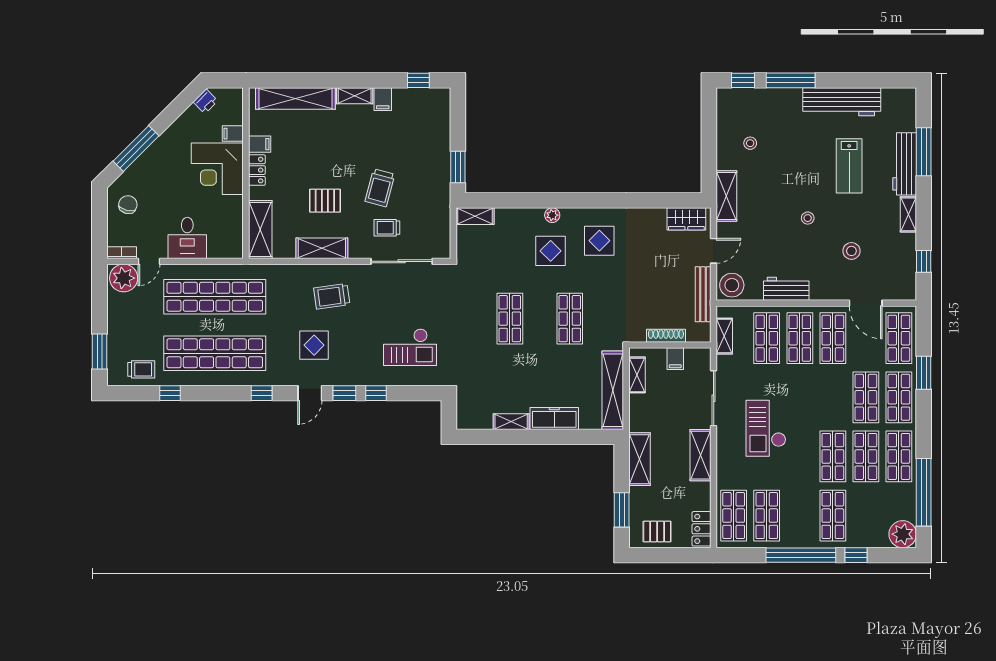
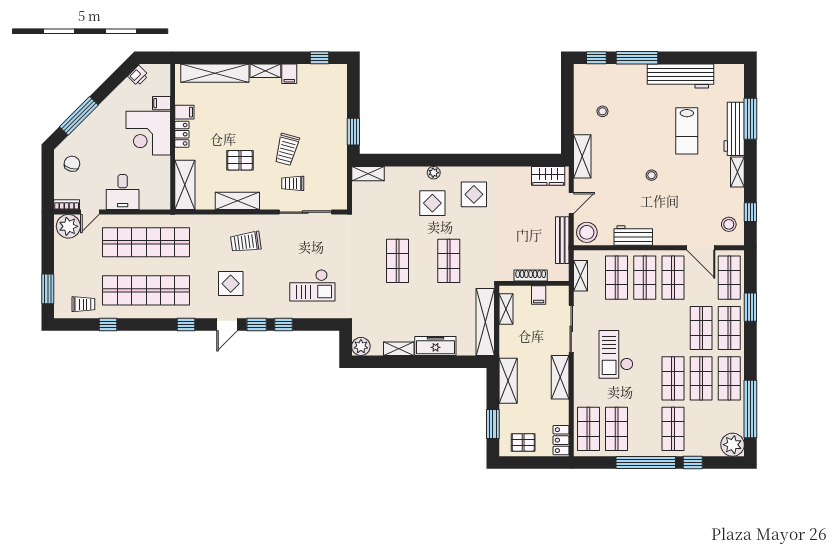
stool: (851, 251) -> (729, 224), moved
plant: (467, 419) -> (361, 346), added

